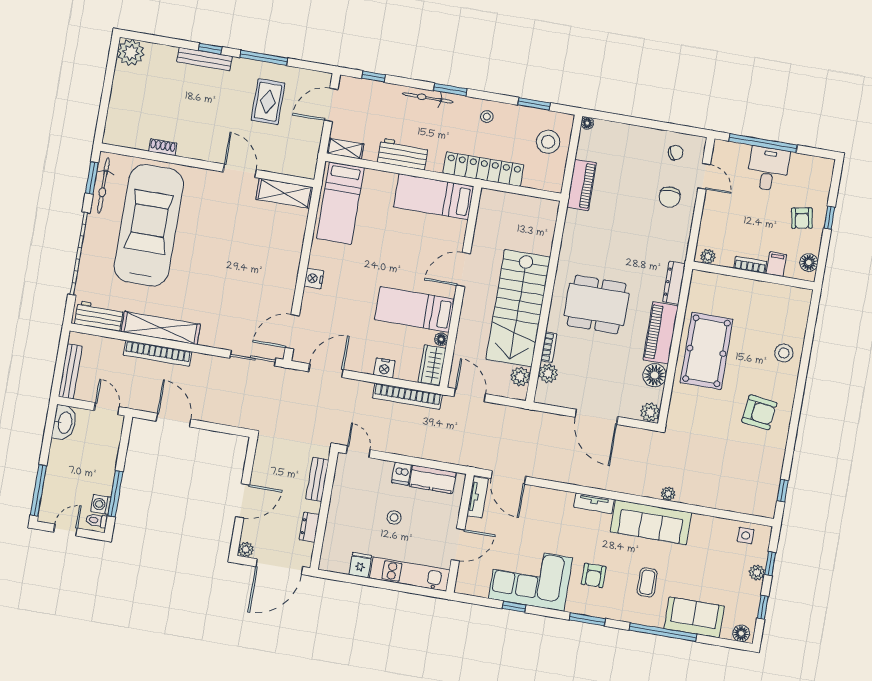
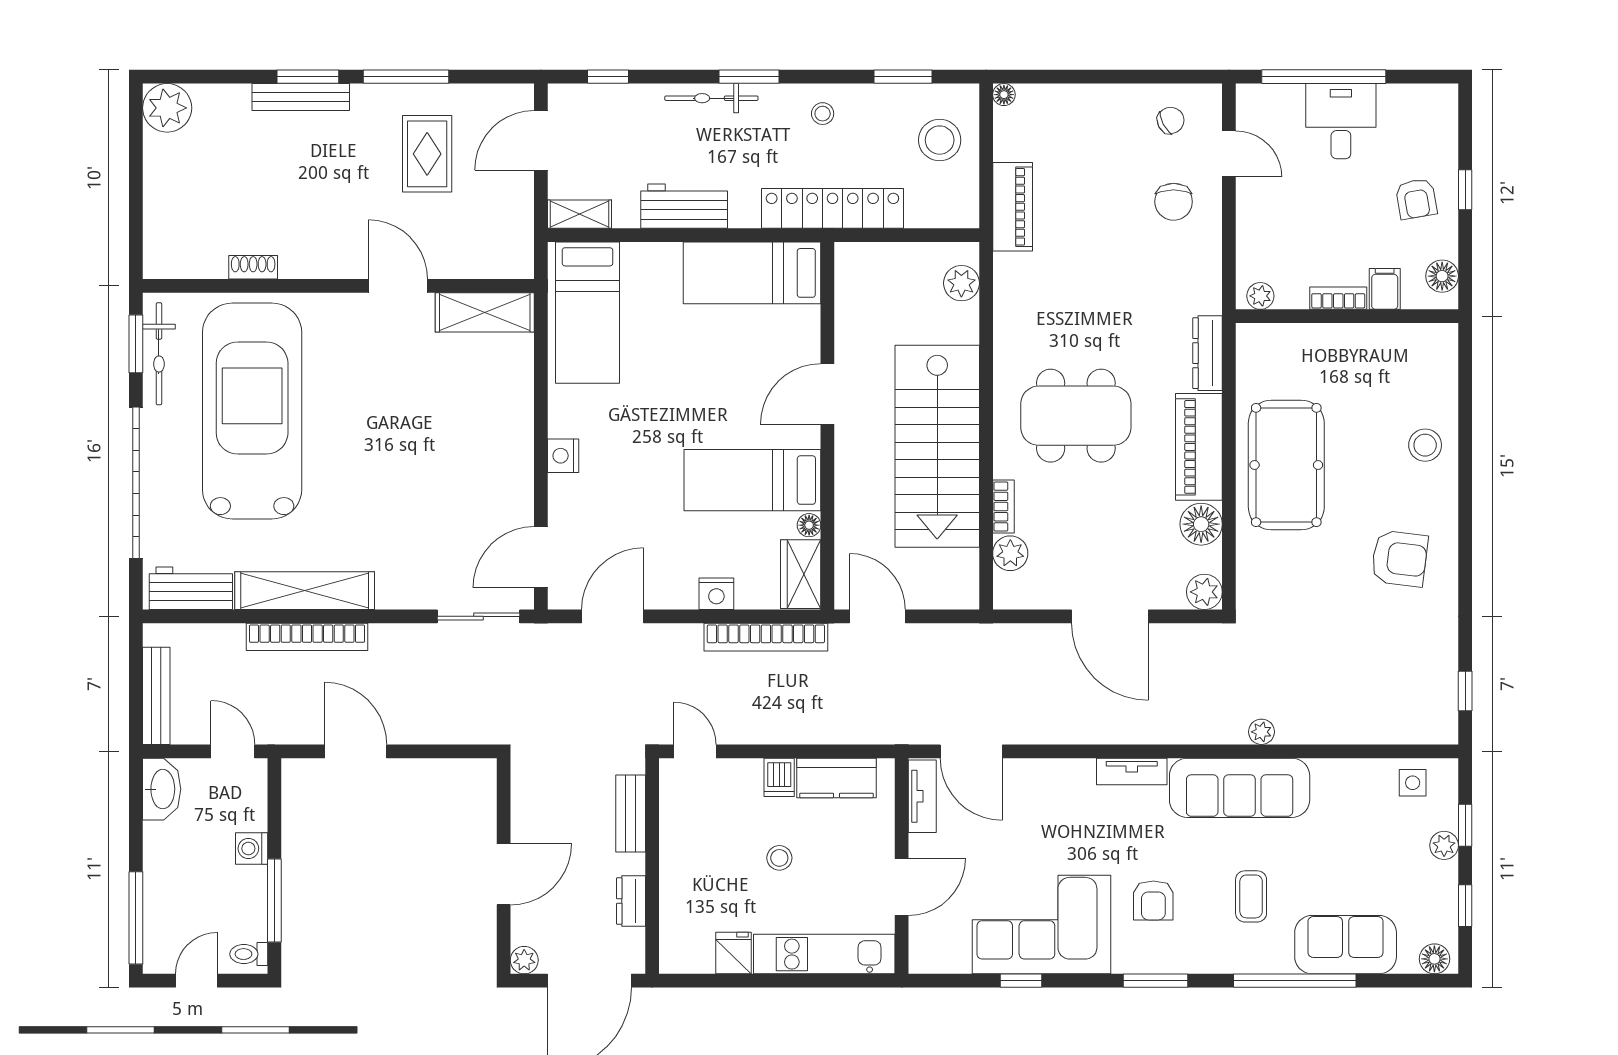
window: (210, 49) -> (308, 77), width x1.50
plant: (520, 377) -> (961, 283), moved
washing machine: (101, 504) -> (252, 849), moved

